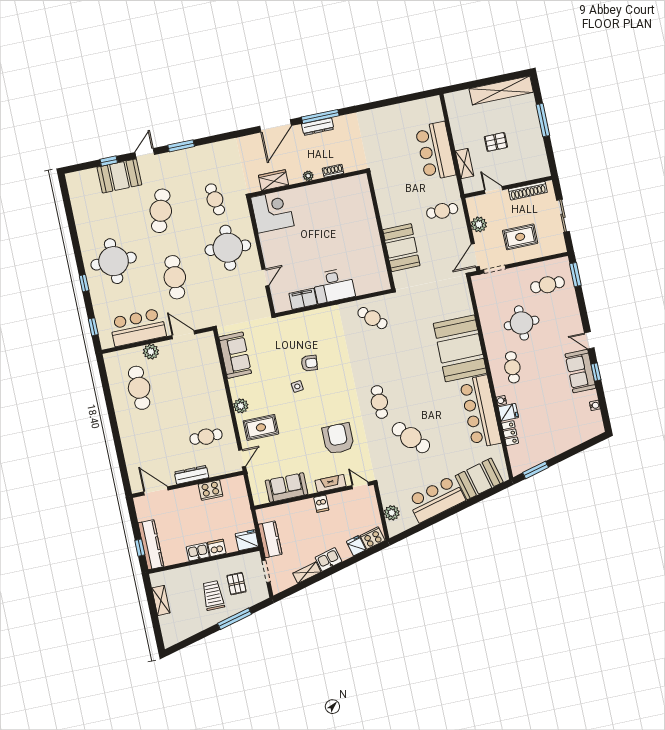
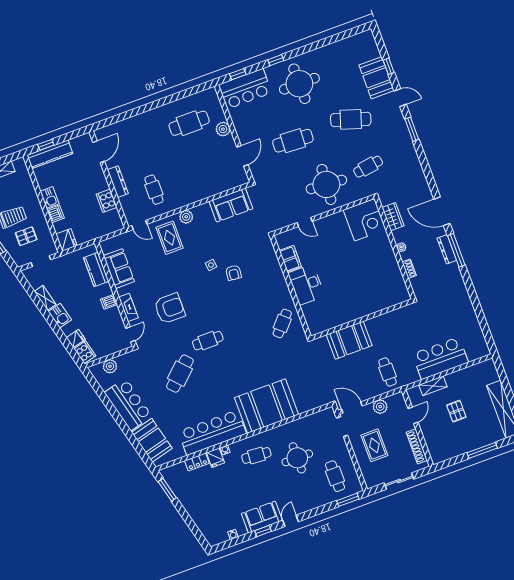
bar counter: (138, 327) -> (245, 89), moved, turned 90
kitchen counter: (270, 539) -> (96, 269), moved, turned 90

